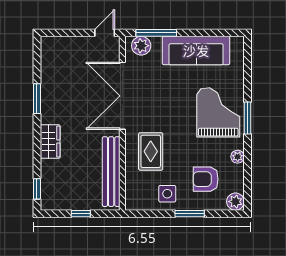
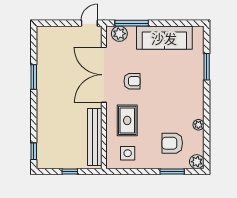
armchair: (157, 104) -> (132, 81), added
grand piano: (218, 112) -> (183, 88), removed
window: (247, 118) -> (207, 67), moved
wardrobe: (50, 141) -> (45, 112), removed
side table: (167, 194) -> (128, 153), moved
window: (190, 214) -> (172, 171), moved

